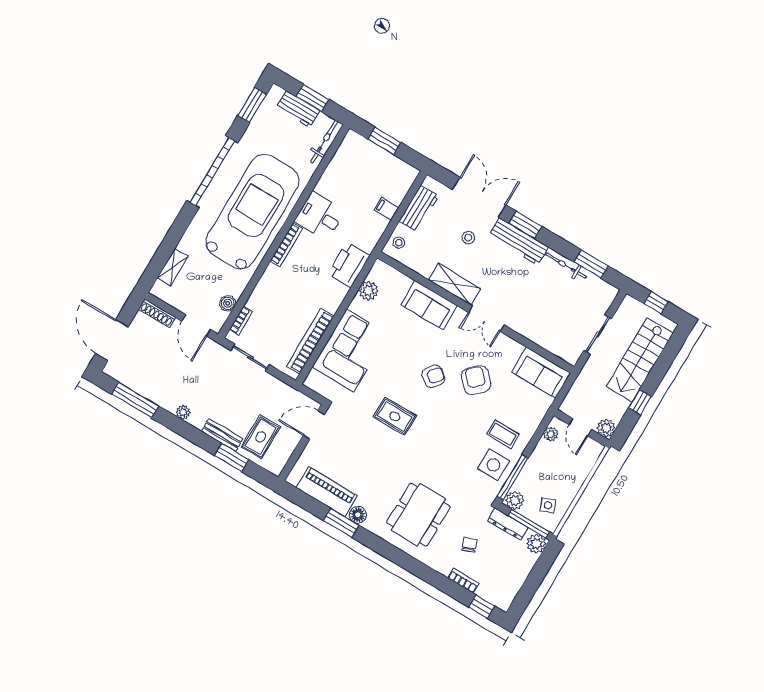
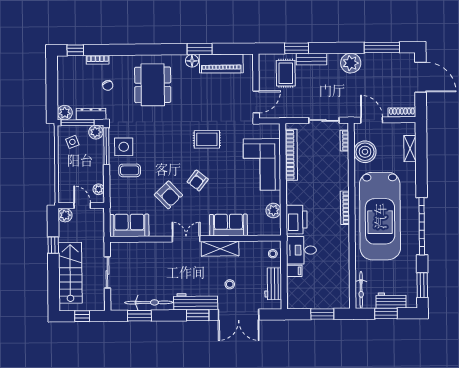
desk: (320, 216) -> (301, 250), moved, turned 180
bicycle: (566, 266) -> (149, 303), width x1.37, depth x1.40
boiler: (228, 303) -> (365, 152), width x1.86, depth x1.86
plant: (183, 412) -> (351, 63), width x1.87, depth x1.87

